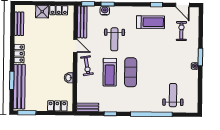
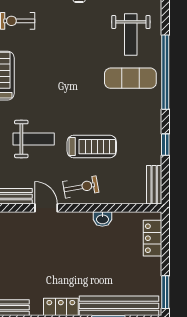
door: (75, 46) -> (46, 208), hinge flipped
exercise mat: (131, 72) -> (130, 78), moved
weight bench: (173, 95) -> (131, 34), turned -90

